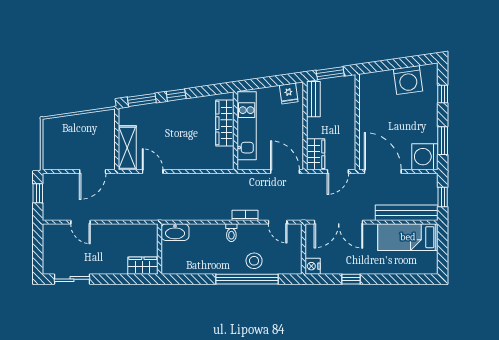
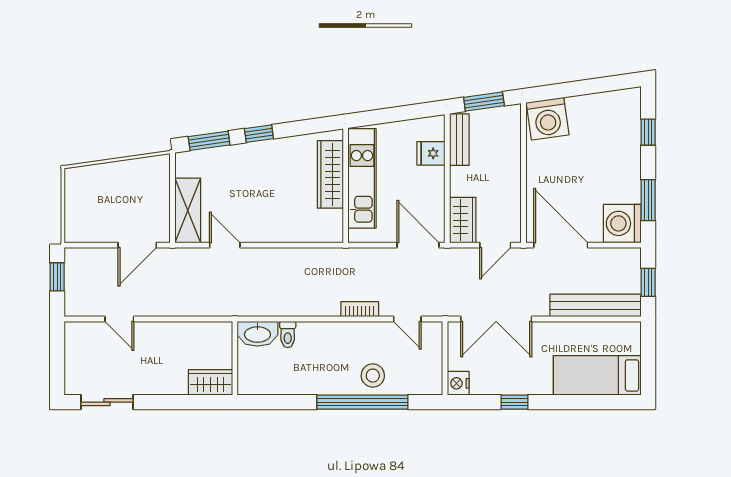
washing machine: (408, 80) -> (548, 119), moved
fridge: (289, 94) -> (431, 153), moved, turned 98
toilet: (231, 233) -> (288, 334), moved
bed: (408, 237) -> (597, 375), moved

